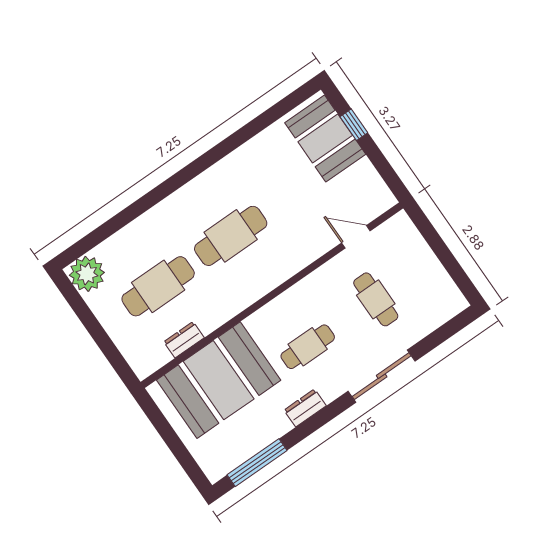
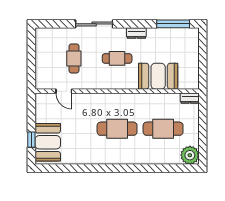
dresser: (184, 340) -> (190, 98), moved
booth: (219, 380) -> (158, 76), width x0.73, depth x0.70

